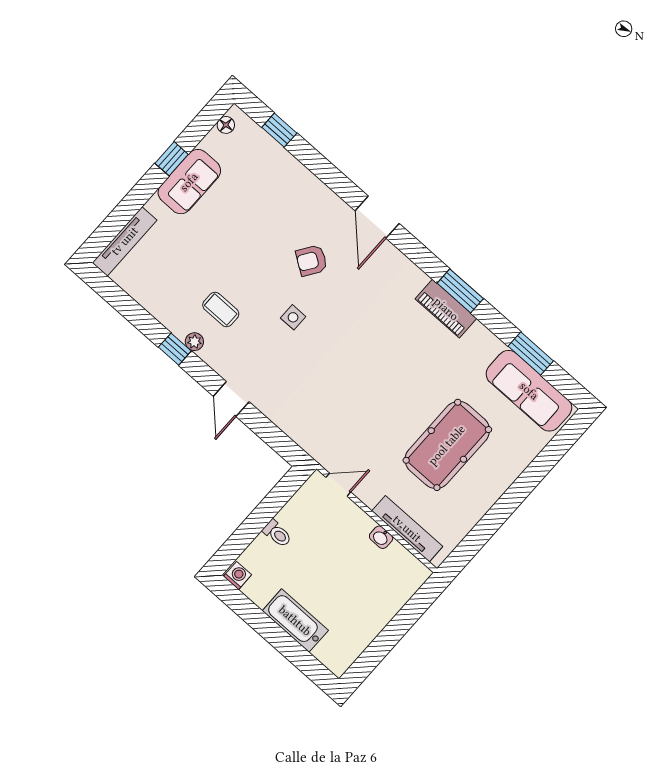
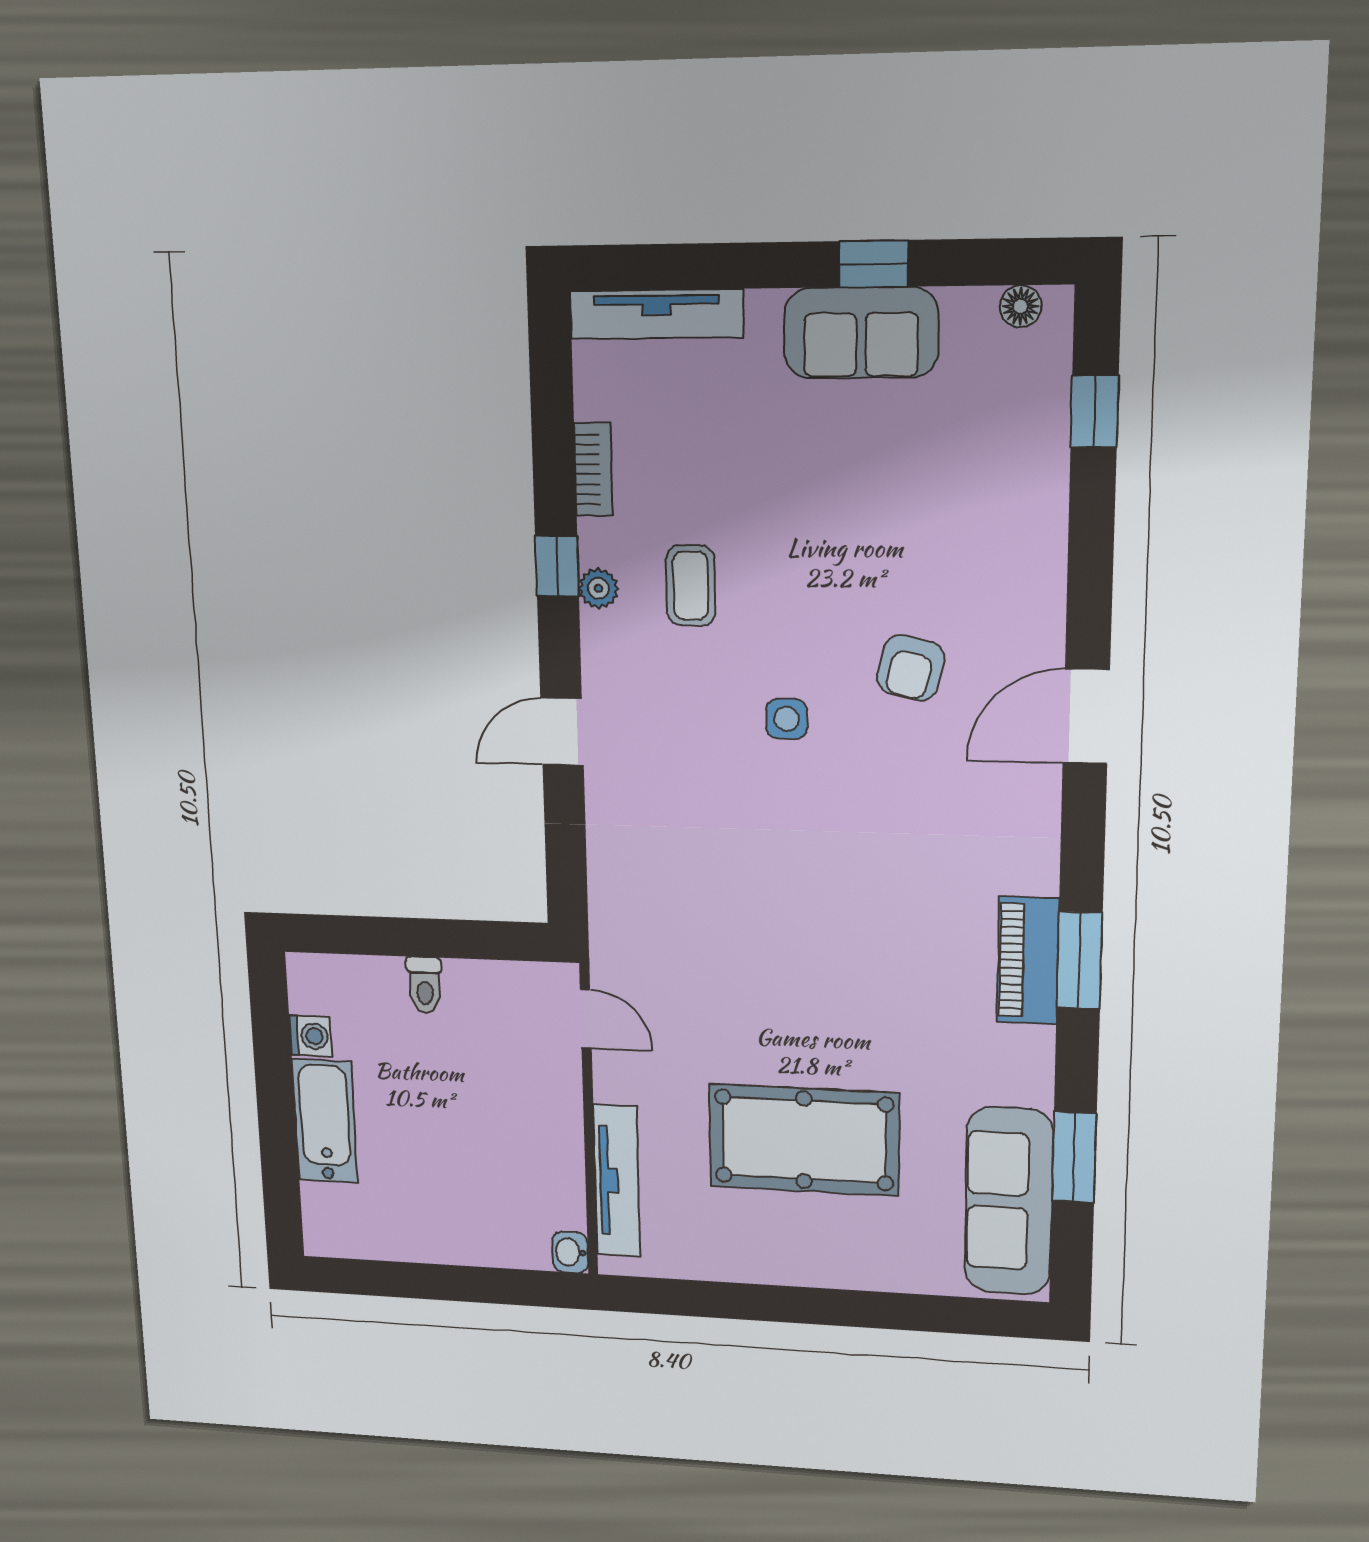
armchair: (312, 260) -> (911, 668), turned -110
bookcase: (155, 307) -> (593, 469), added
washbasin: (381, 537) -> (570, 1252), moved
washing machine: (237, 576) -> (310, 1036), moved

